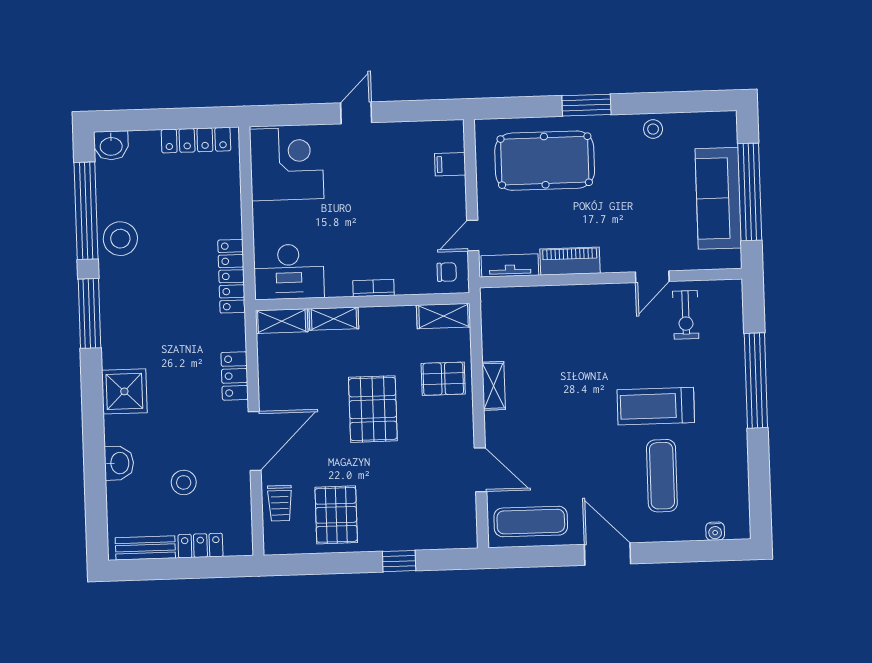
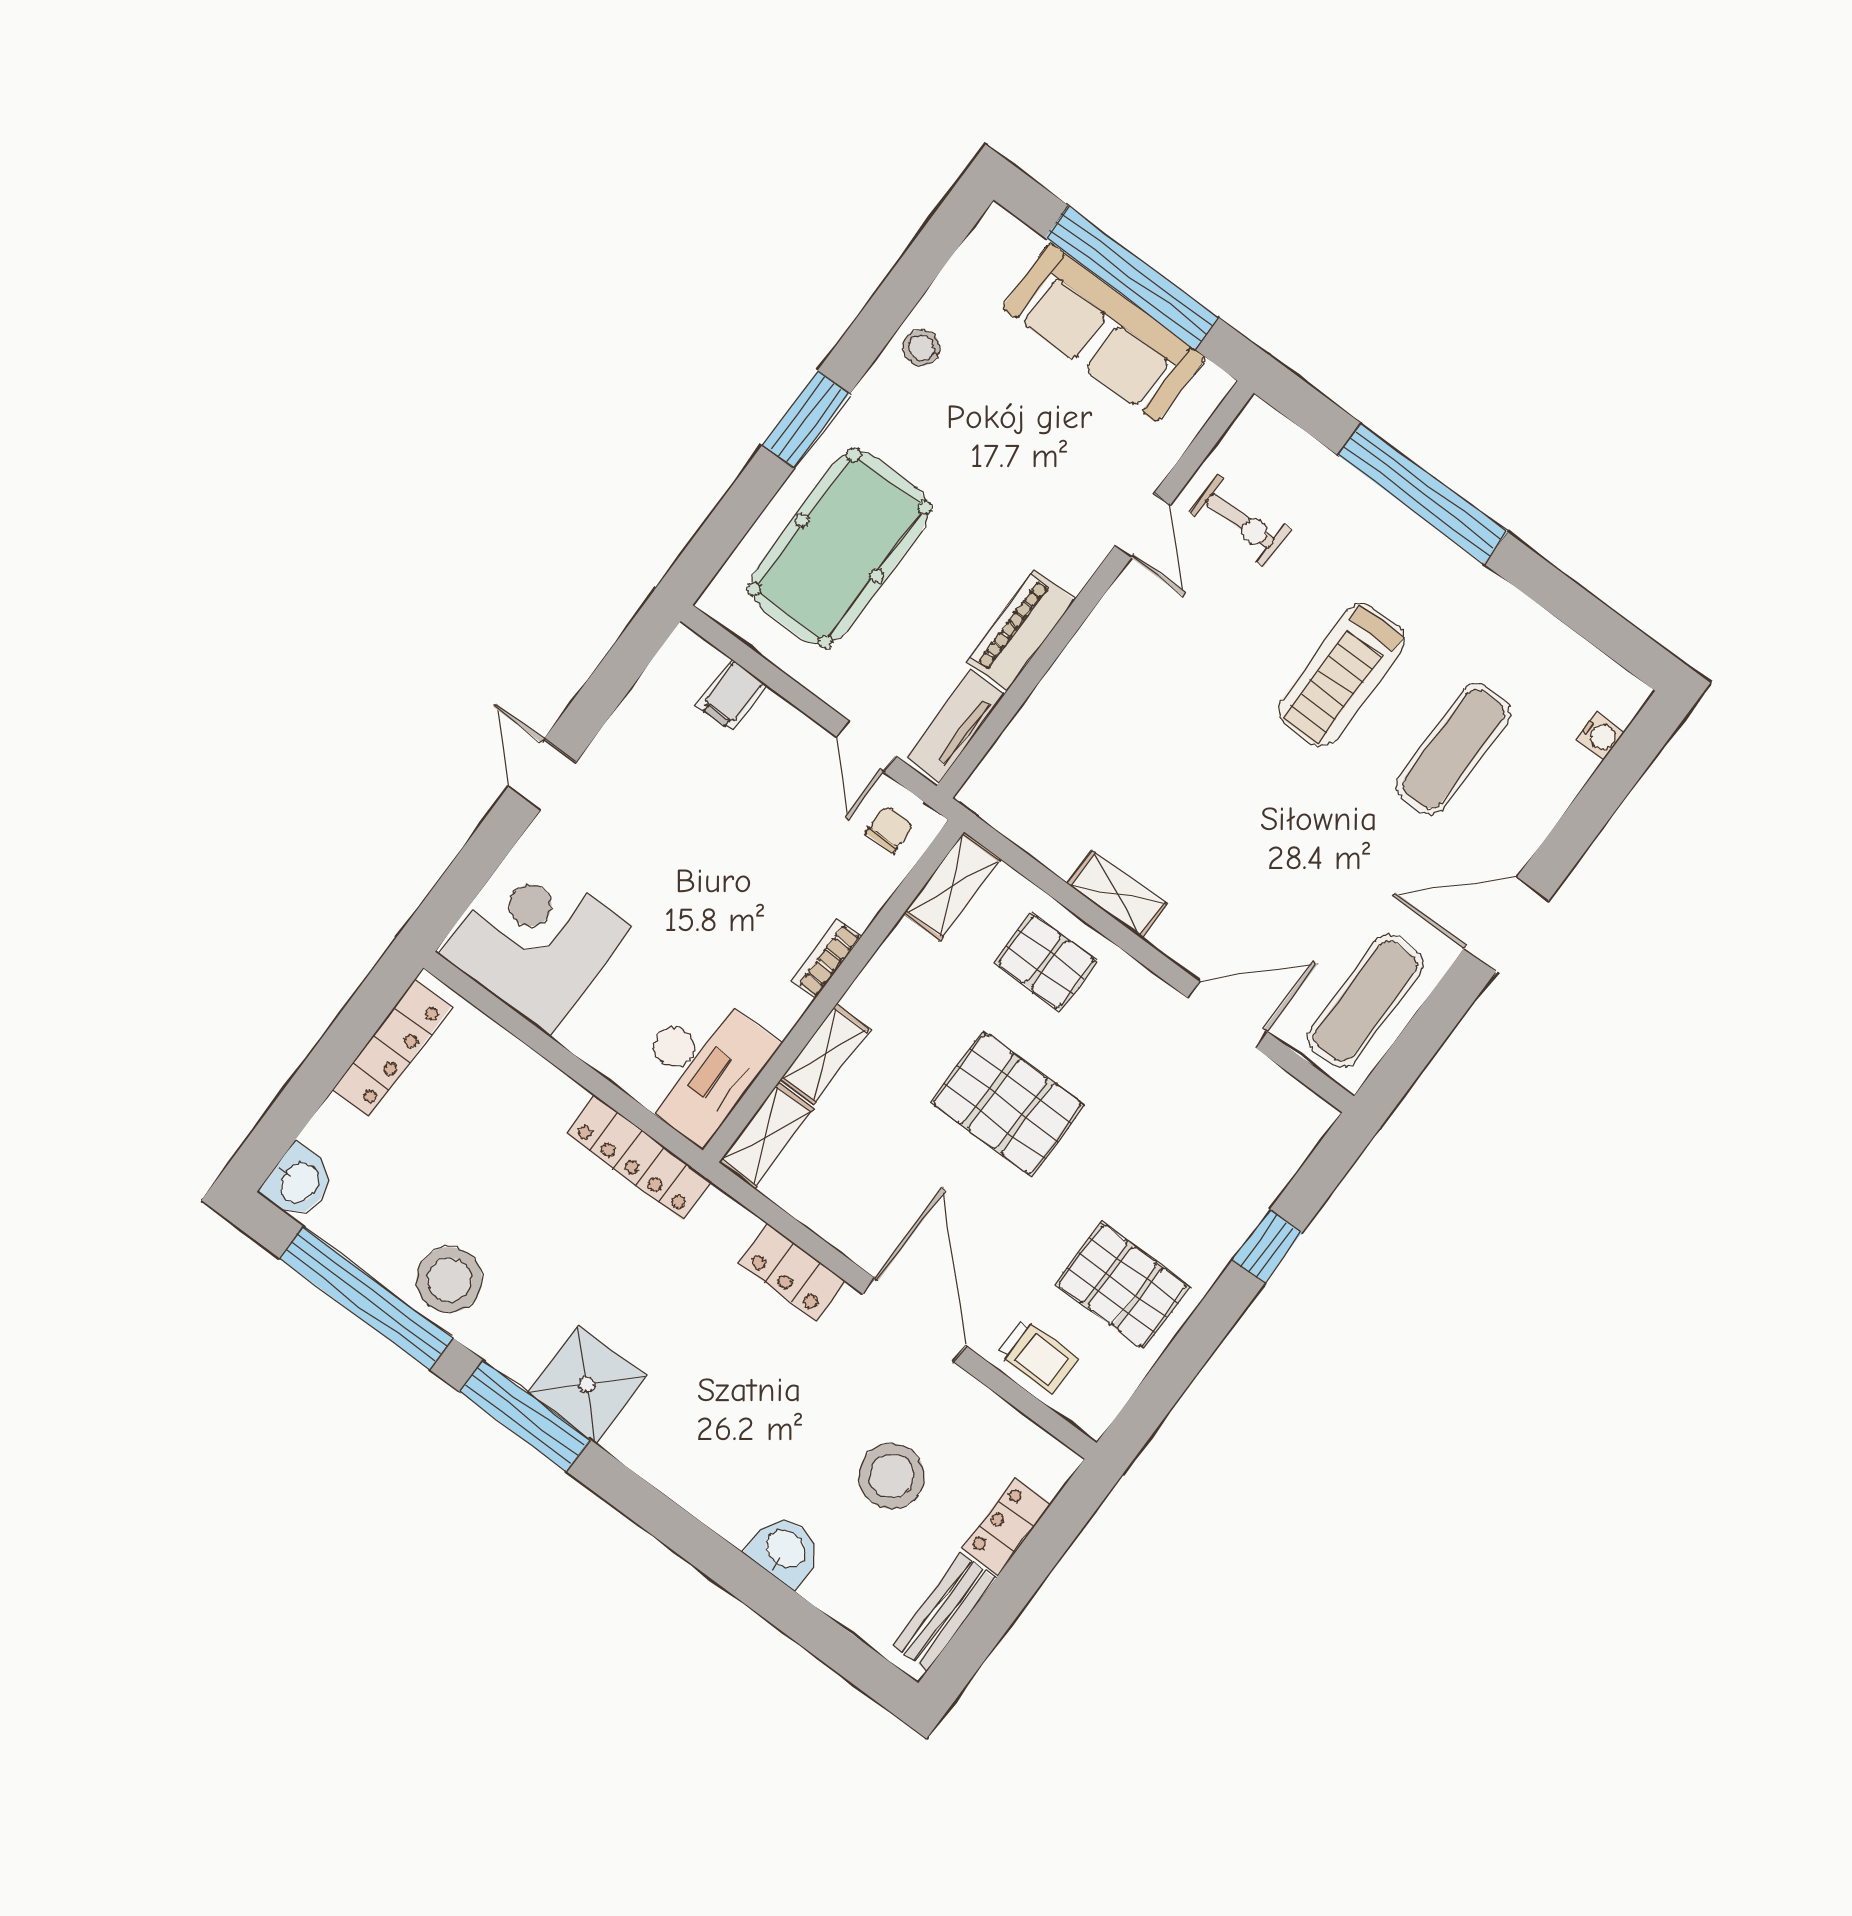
pallet: (443, 379) -> (1046, 962), turned 90
shower: (124, 391) -> (587, 1385), moved
exercise mat: (662, 476) -> (1453, 749), turned 90
stool: (184, 482) -> (892, 1476), width x1.38, depth x1.38

